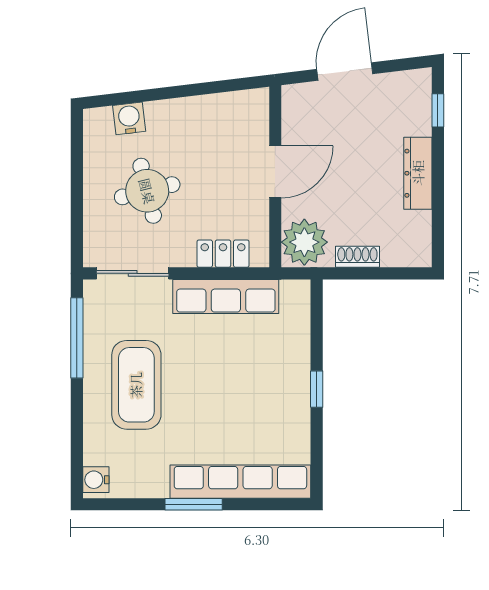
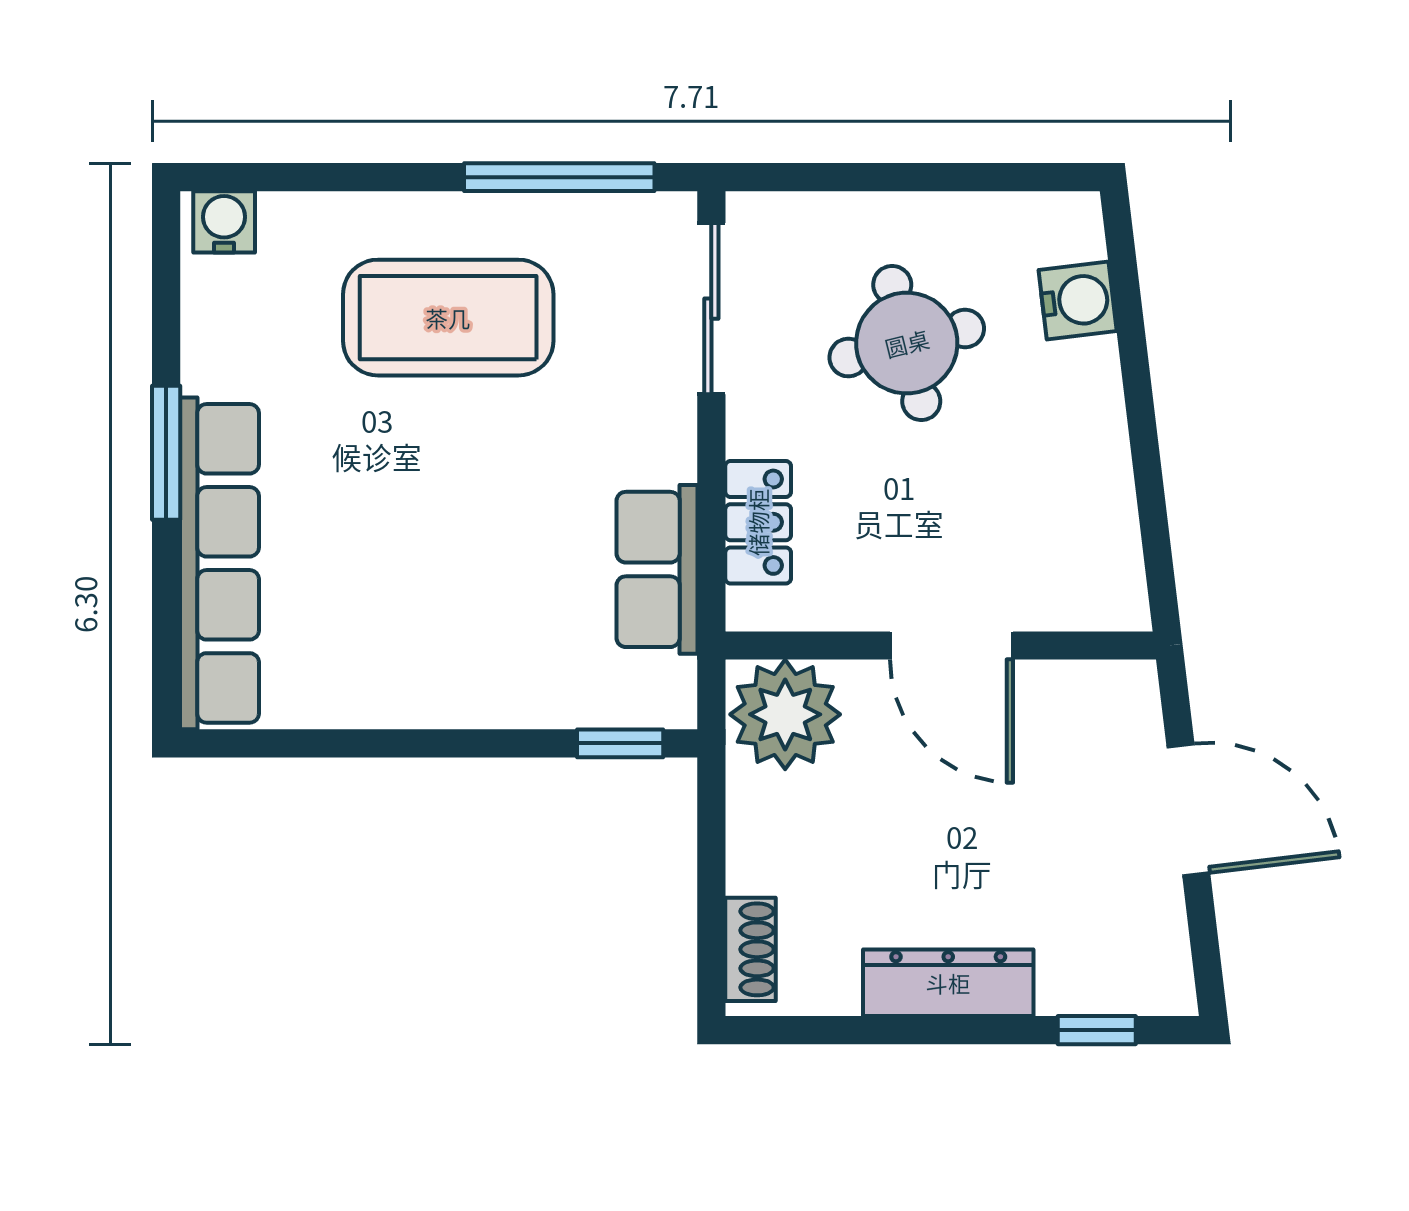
shoe rack: (357, 257) -> (751, 949), moved
row of seats: (226, 296) -> (657, 569), width x0.68
window: (317, 389) -> (620, 743), moved

